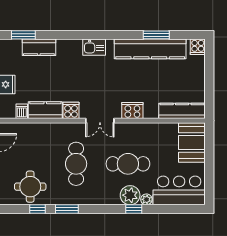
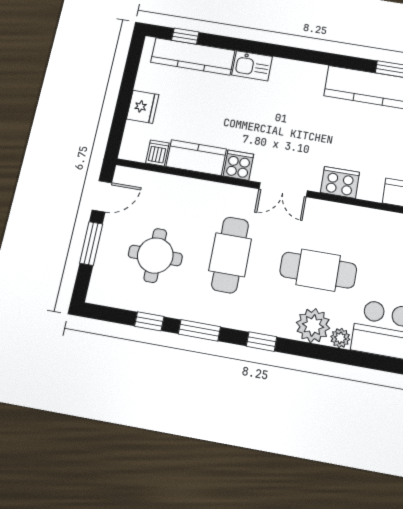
window: (23, 35) -> (185, 36), width x0.67
kitchen counter: (39, 47) -> (193, 56), width x1.50
kitchen sink: (94, 47) -> (252, 66), moved
round table: (30, 187) -> (155, 255), moved
window: (134, 209) -> (262, 341), moved

